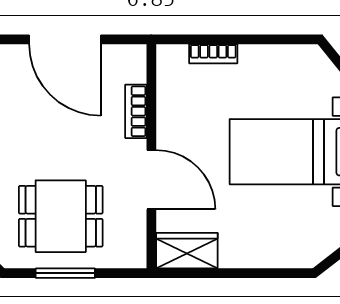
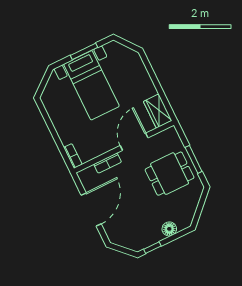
bookcase: (213, 54) -> (73, 156), moved
dining table: (61, 216) -> (170, 174), turned 90

